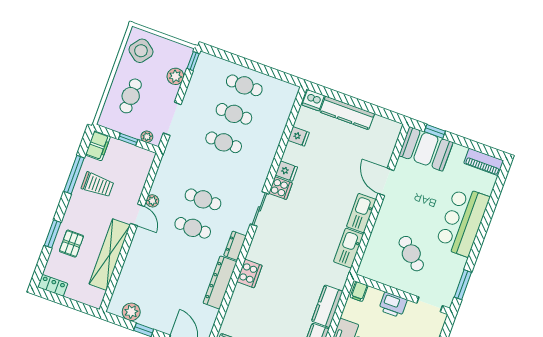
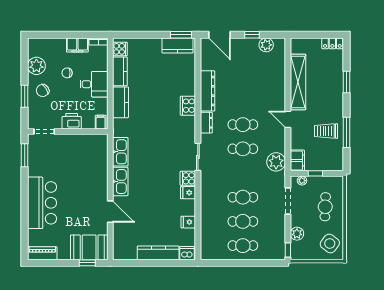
filing cabinet: (98, 146) -> (297, 160), moved, turned 180
plant: (152, 201) -> (276, 162), moved, width x1.87, depth x1.87
pallet: (71, 244) -> (330, 80), removed
cafe table: (411, 254) -> (72, 165), removed

